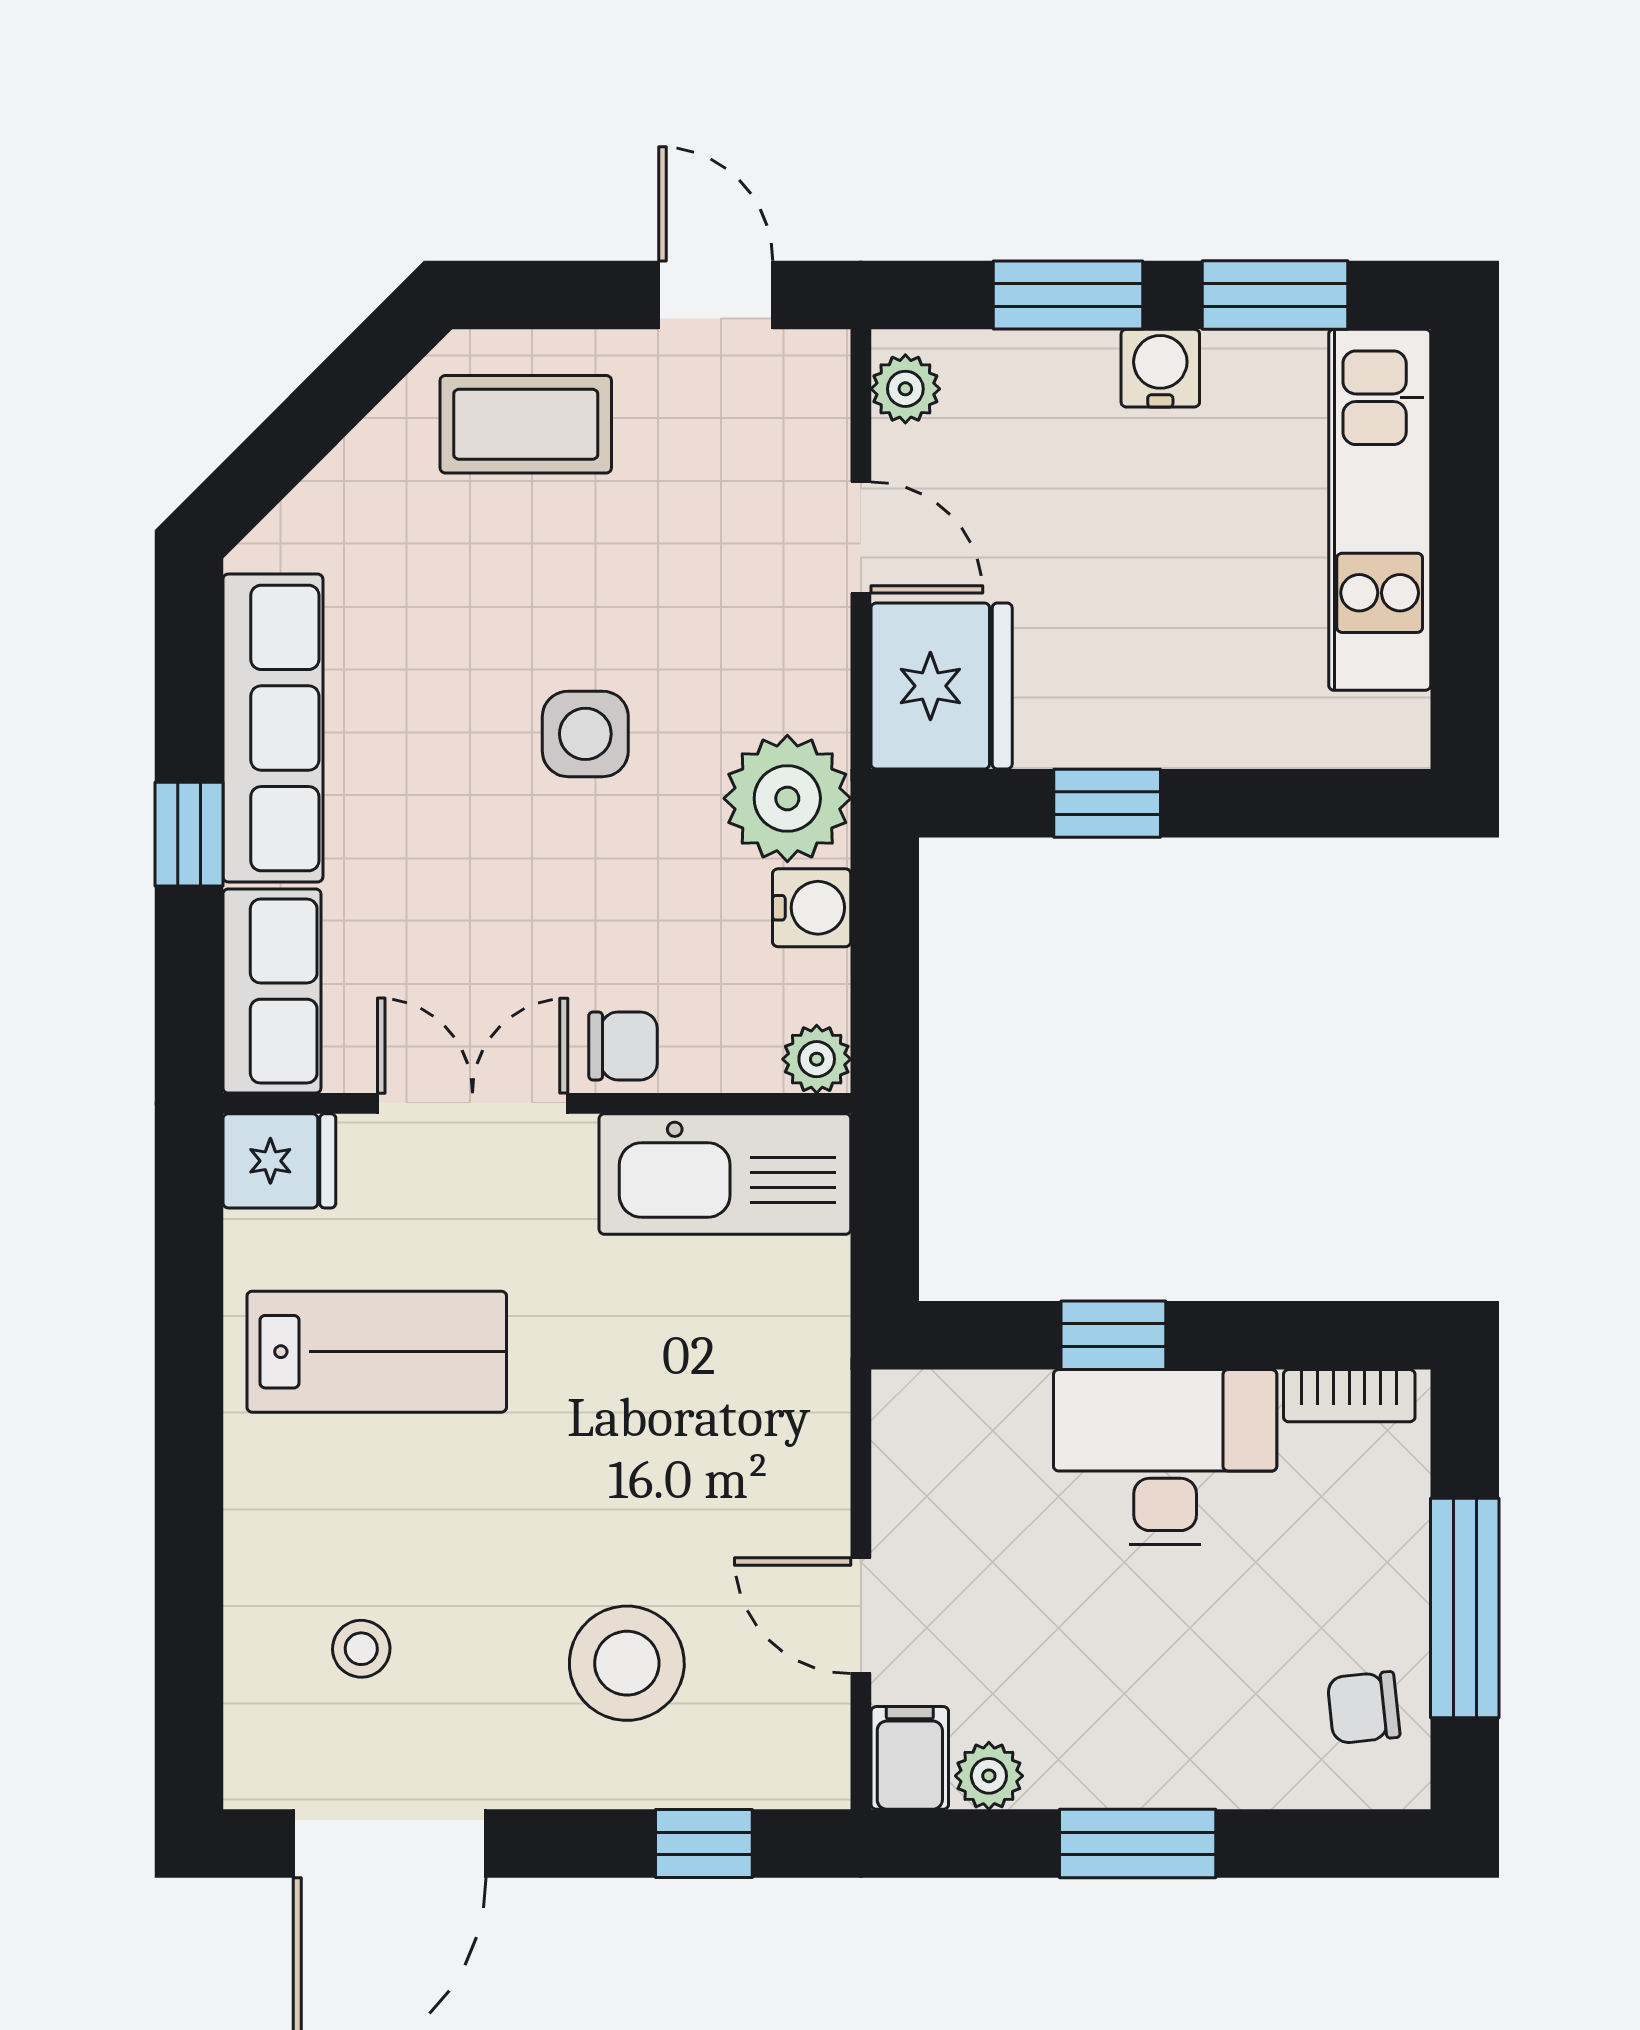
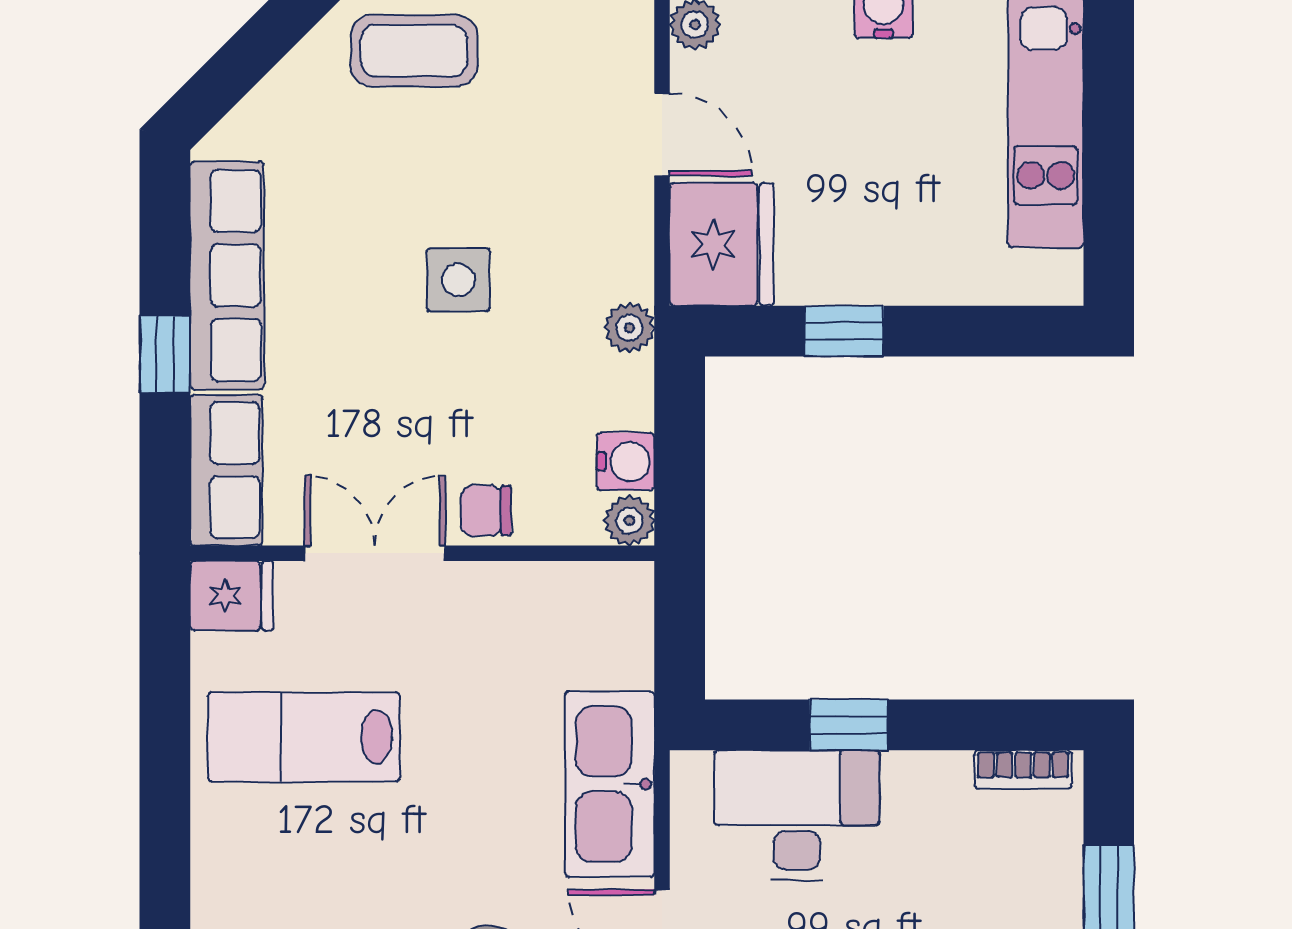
plant: (787, 798) -> (629, 328), width x0.53, depth x0.53
water cooler: (812, 908) -> (626, 461), moved
chair: (623, 1046) -> (486, 511), turned 180
kitchen sink: (725, 1174) -> (610, 784), moved, turned 90
lab bench: (377, 1352) -> (304, 737), turned 180
desk: (1165, 1457) -> (797, 815), moved

